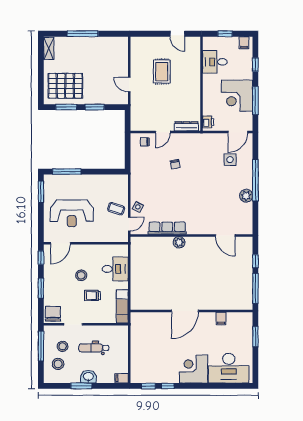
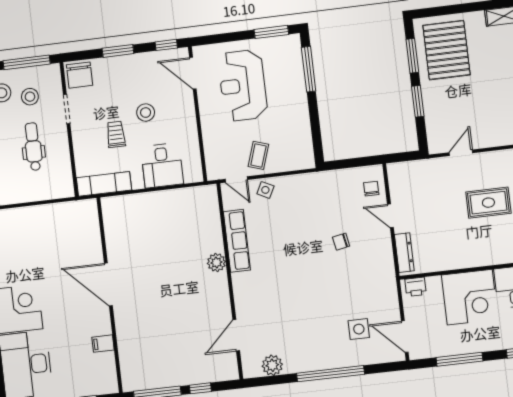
corner desk: (237, 96) -> (470, 297), moved, turned 180
plant: (246, 196) -> (272, 365), moved
chair: (53, 314) -> (80, 75), turned 90

